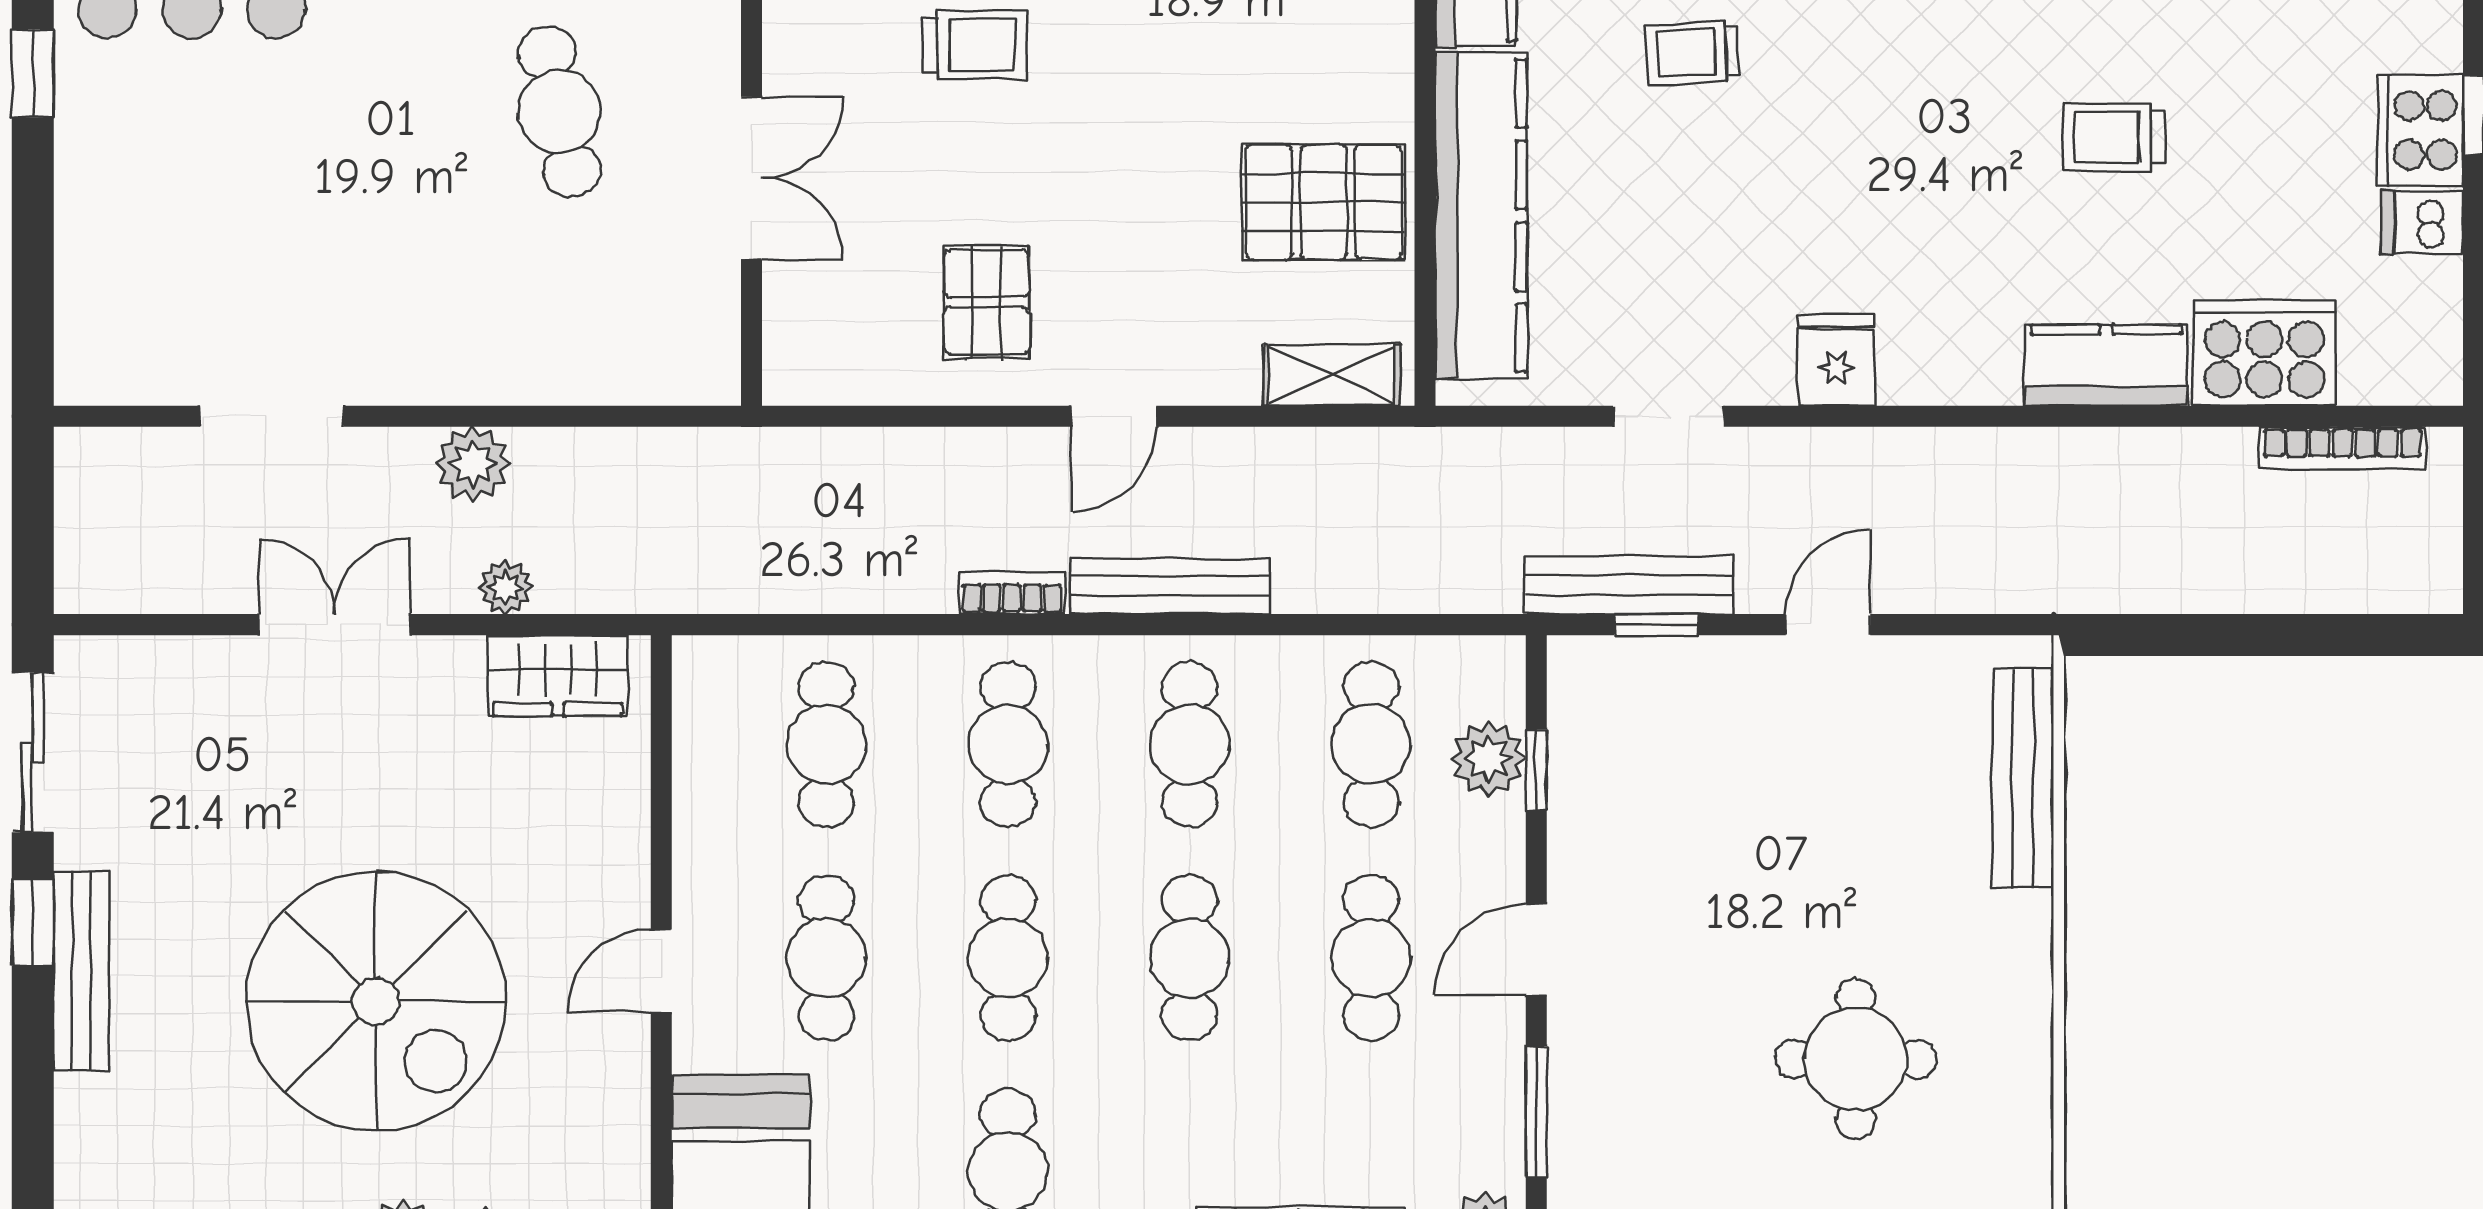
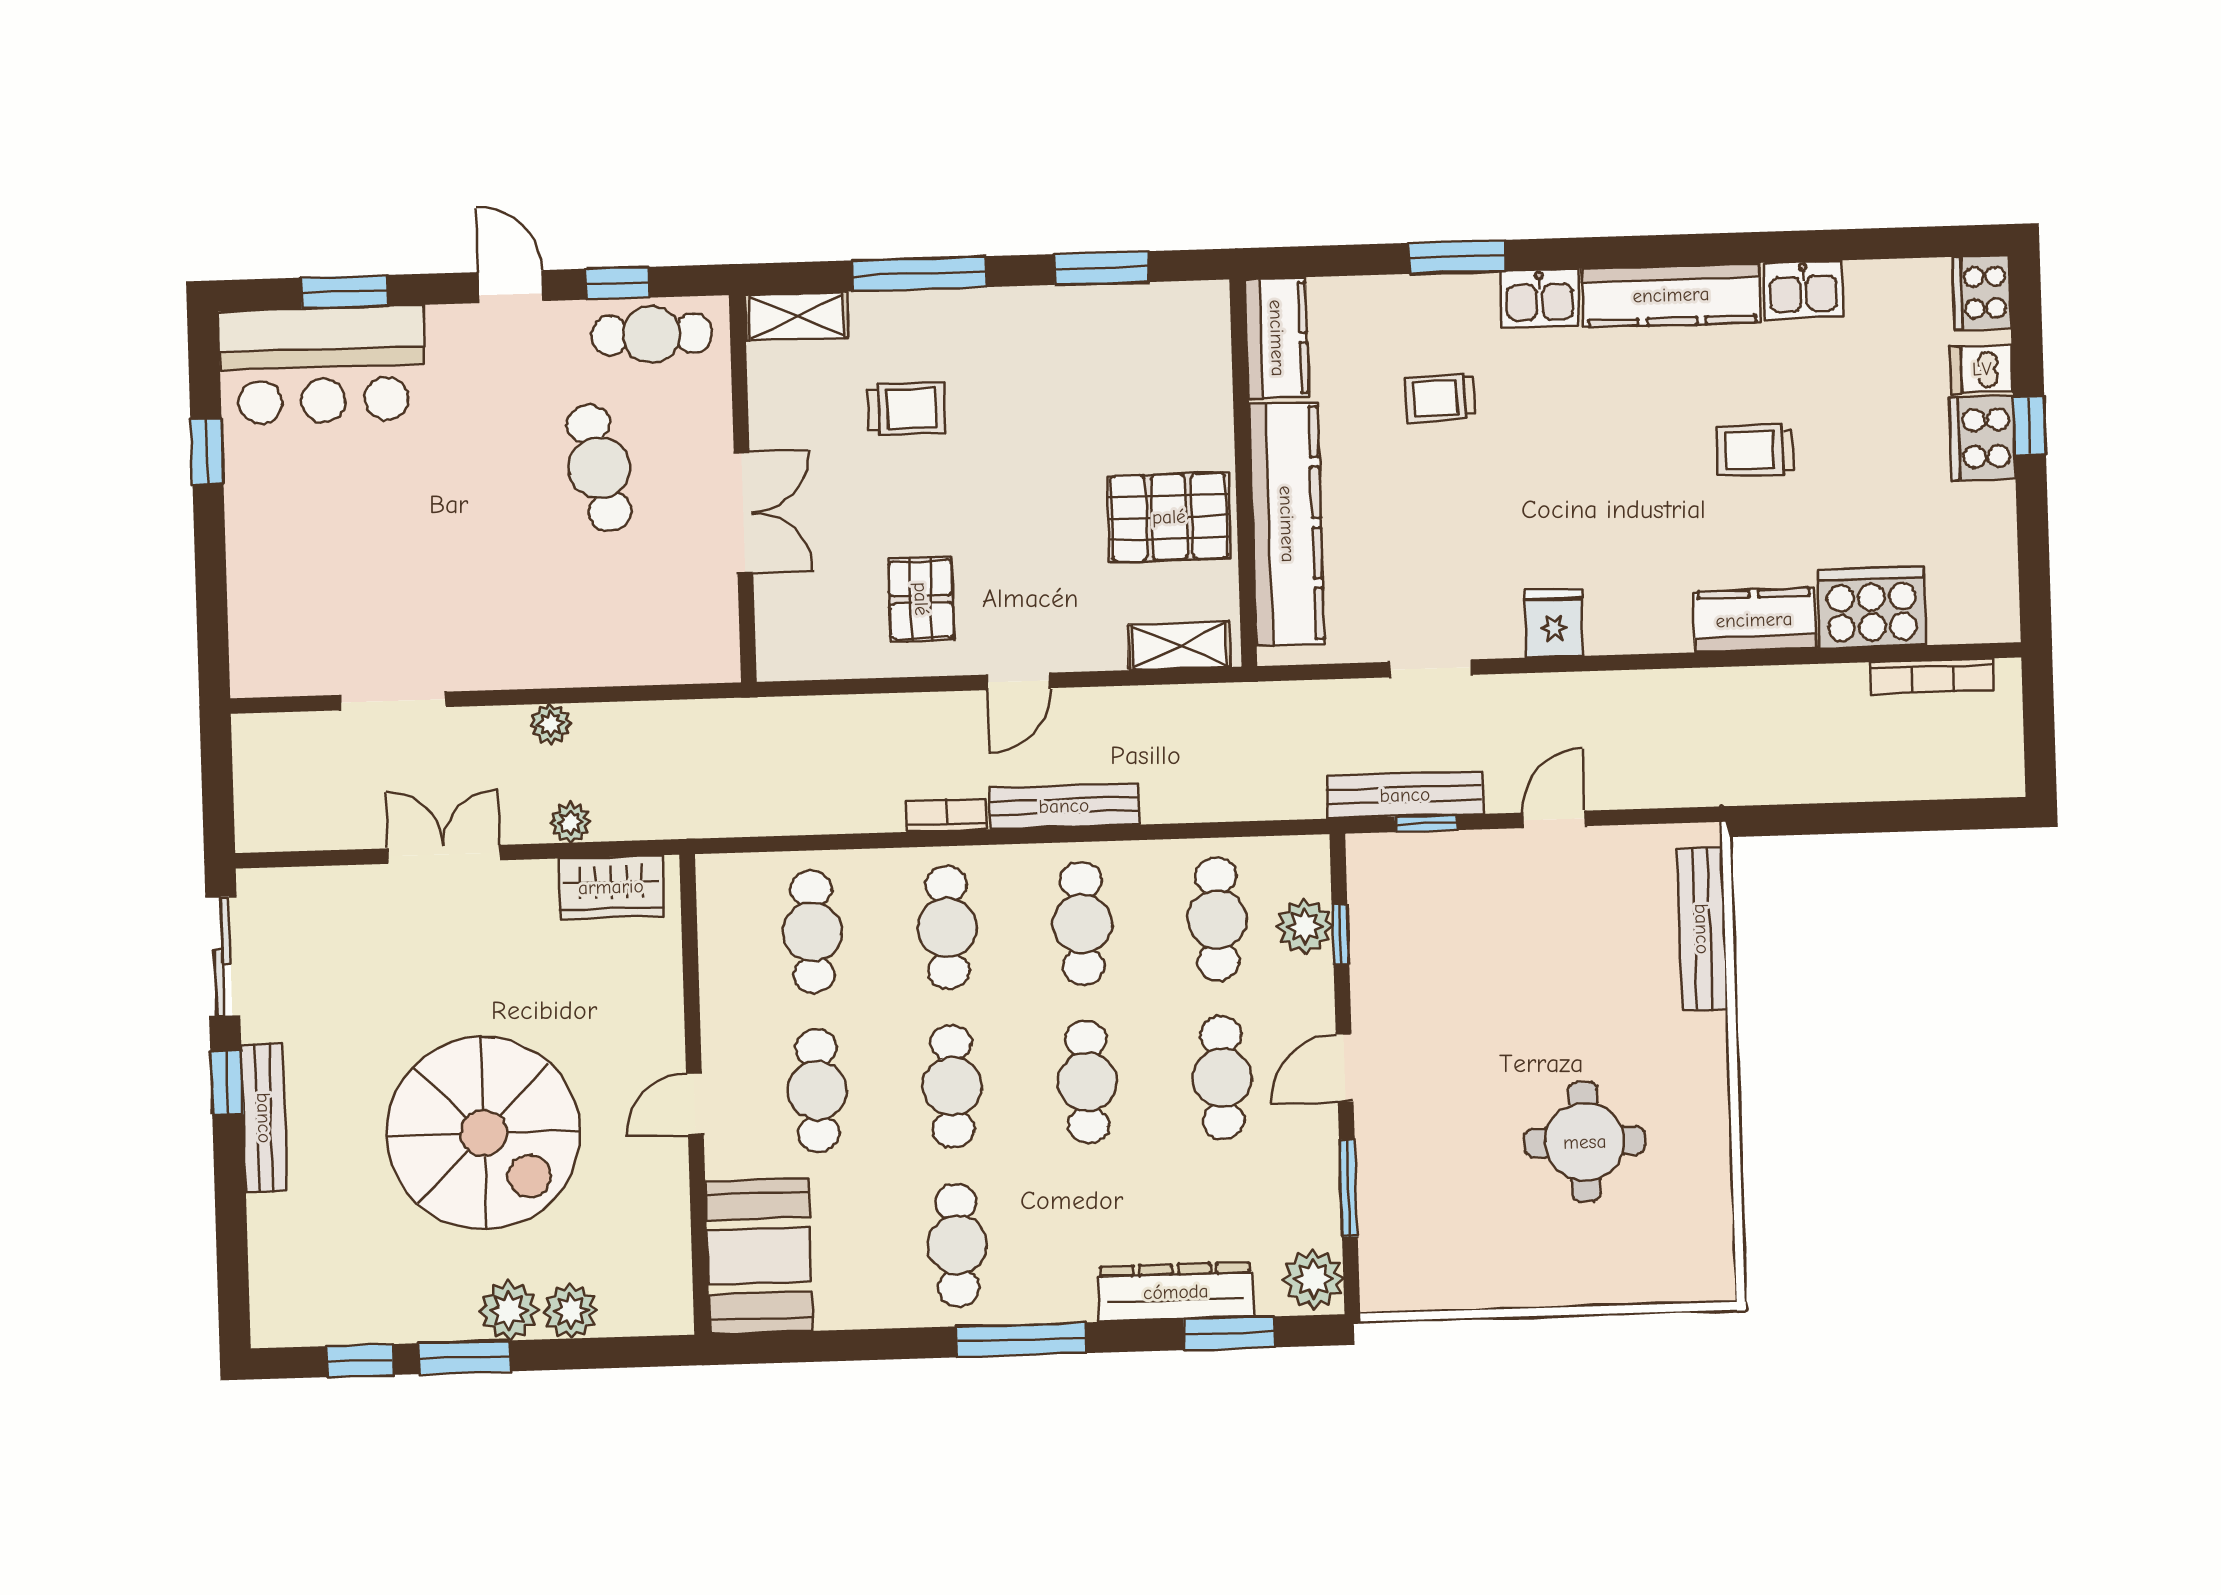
dishwasher: (2422, 223) -> (1982, 369), moved
plant: (473, 464) -> (550, 724), width x0.73, depth x0.73

